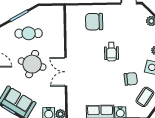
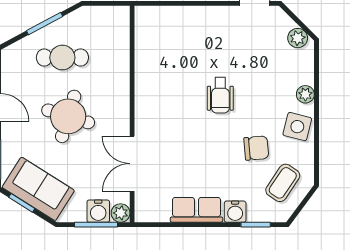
chair: (94, 22) -> (188, 37), removed
double door: (66, 72) -> (132, 164), moved

